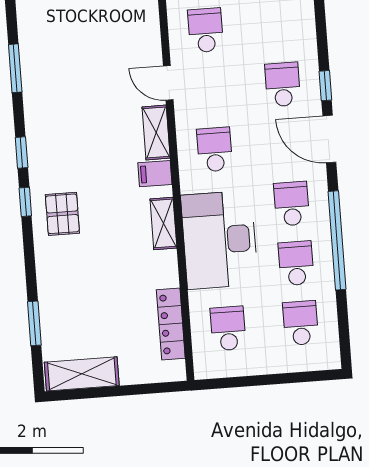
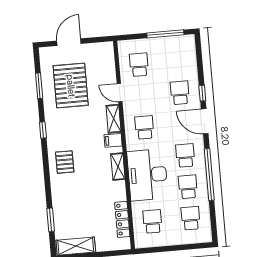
pallet: (75, 68) -> (71, 86), added
window: (25, 202) -> (45, 156), removed

